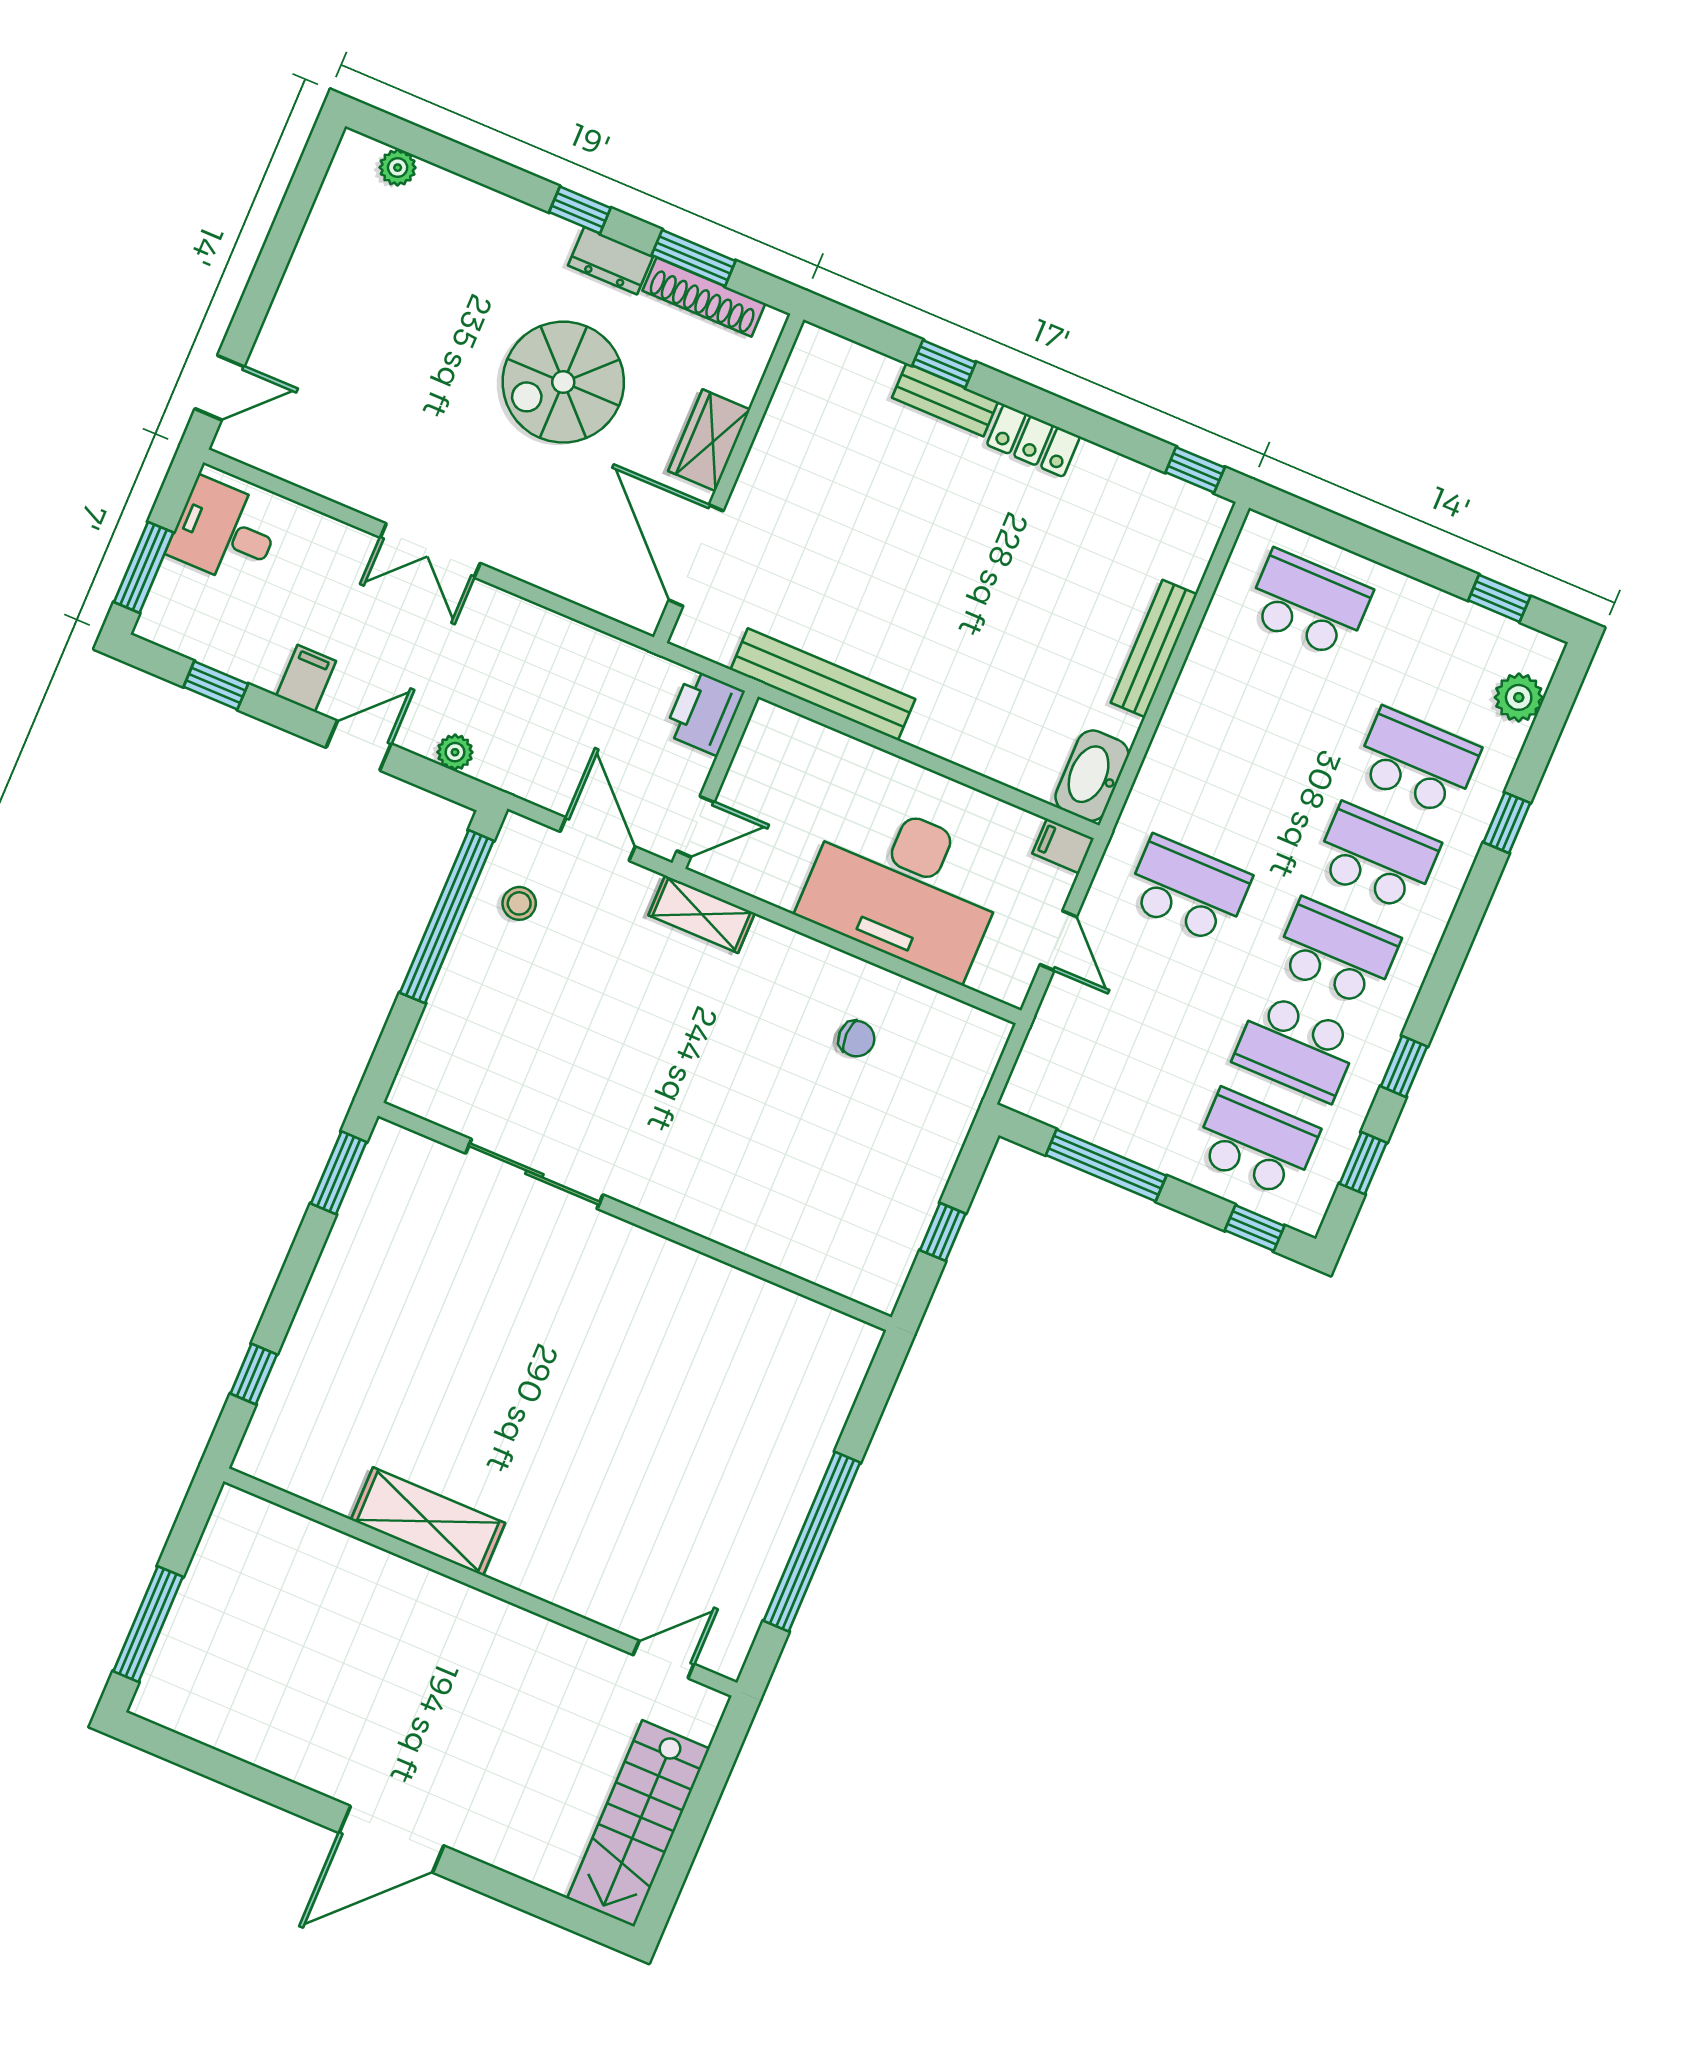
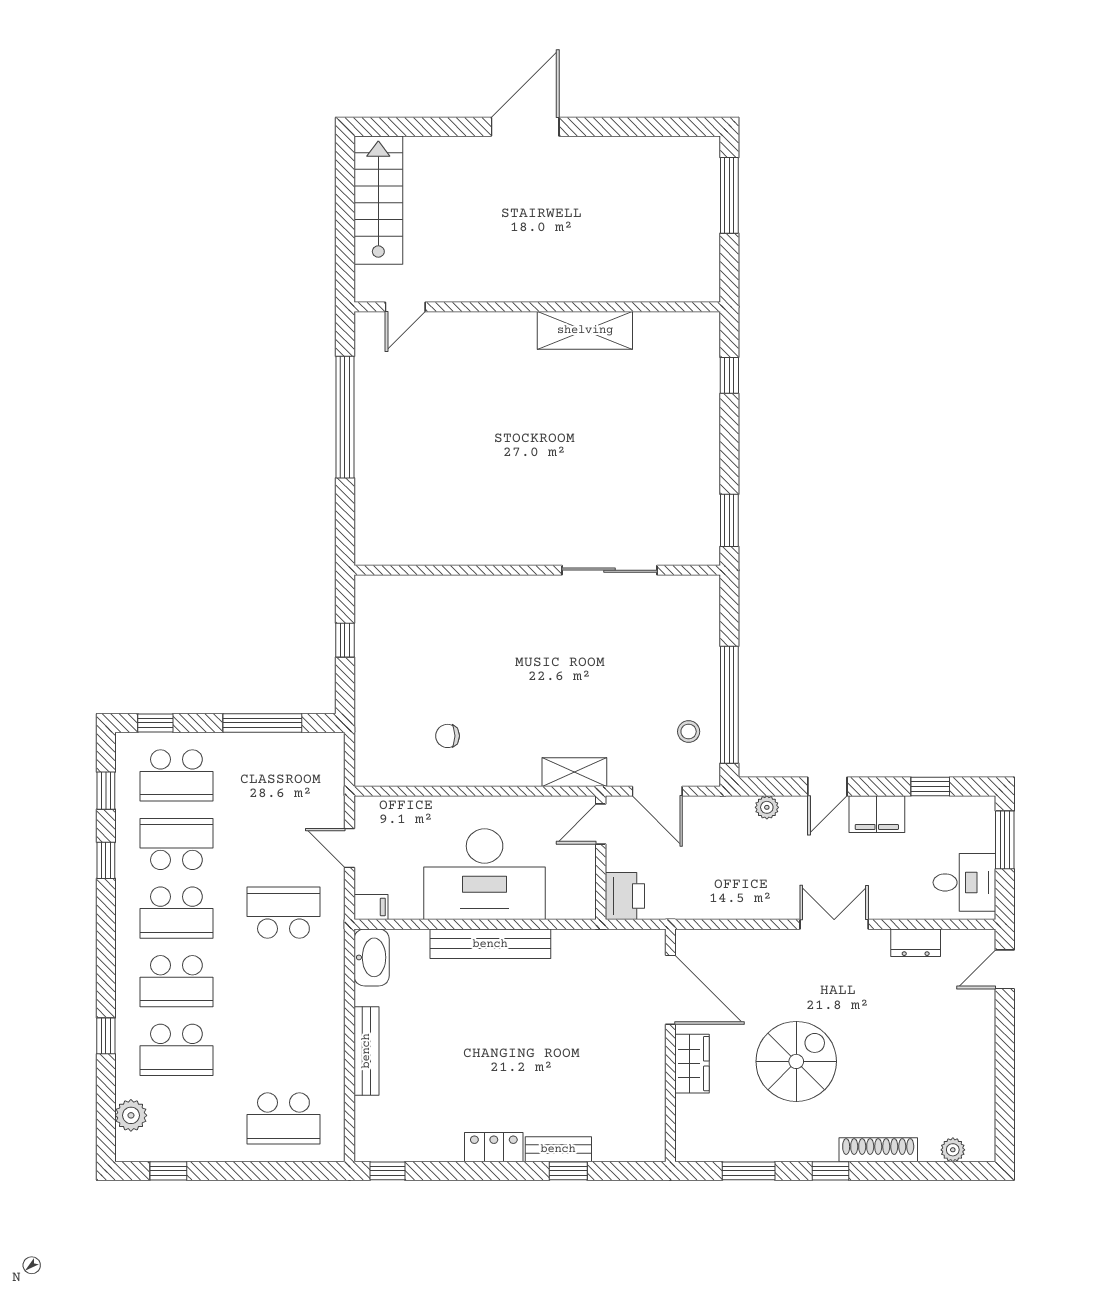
dresser: (611, 261) -> (916, 943), moved, turned 180
shoe rack: (704, 297) -> (878, 1150), moved
filing cabinet: (306, 678) -> (877, 814), width x2.00
bench: (823, 684) -> (490, 944), moved
desk: (904, 887) -> (485, 874), moved, turned 180
school desk: (1188, 890) -> (283, 913), turned 180

